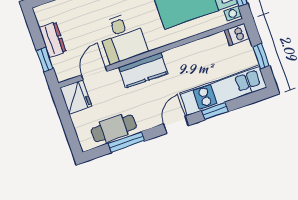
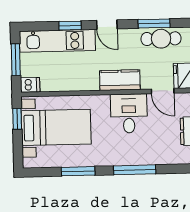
window: (261, 56) -> (16, 60), width x1.50
door: (94, 73) -> (163, 91), hinge flipped
door: (176, 125) -> (107, 25), hinge flipped

